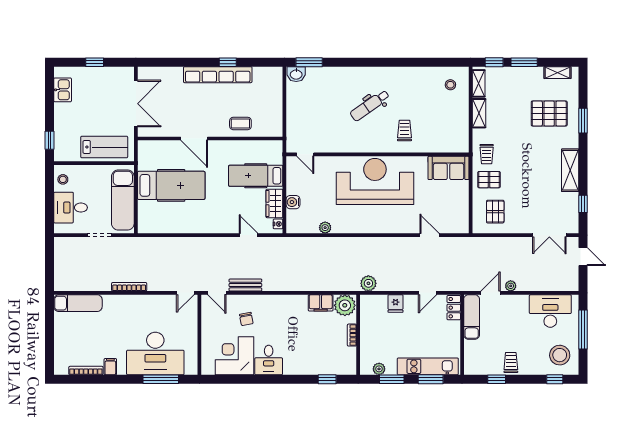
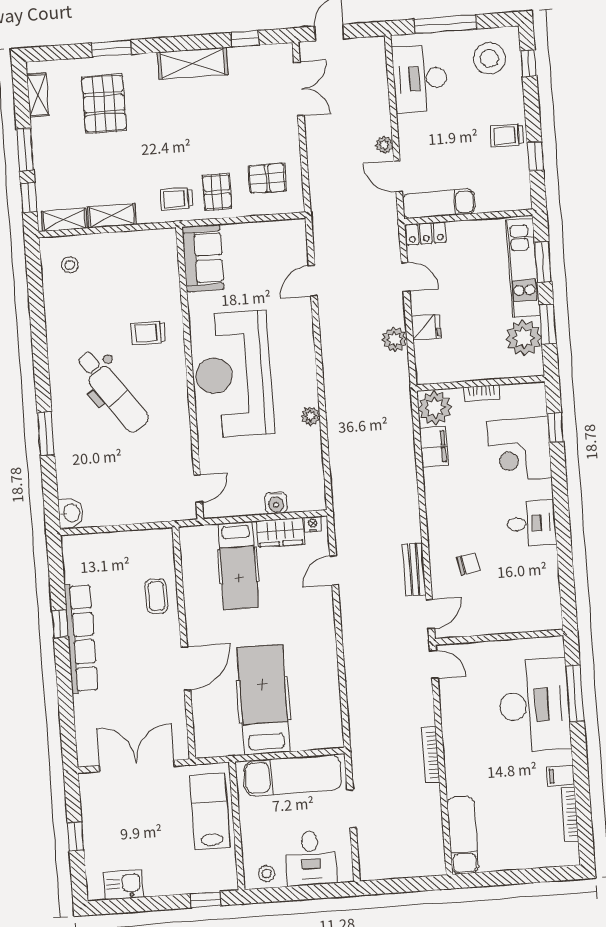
window: (309, 62) -> (46, 433), moved
dental chair: (370, 105) -> (112, 391), width x1.36, depth x1.38
trolley: (487, 154) -> (177, 199), turned 180
plant: (325, 228) -> (311, 416), moved
plant: (368, 283) -> (395, 339), moved
corner desk: (235, 356) -> (519, 449), moved
plant: (379, 369) -> (524, 338), width x1.88, depth x1.88

